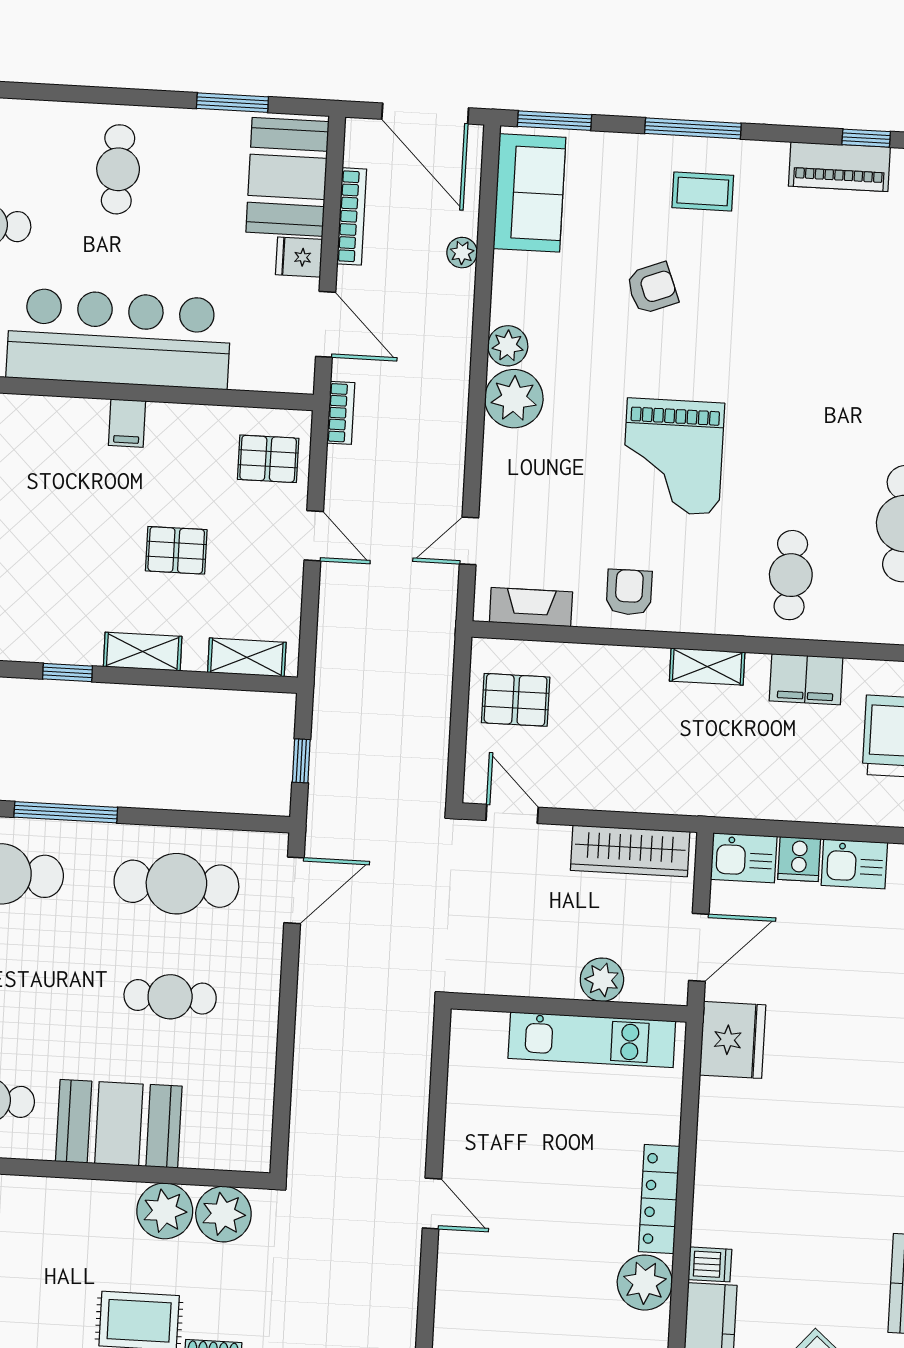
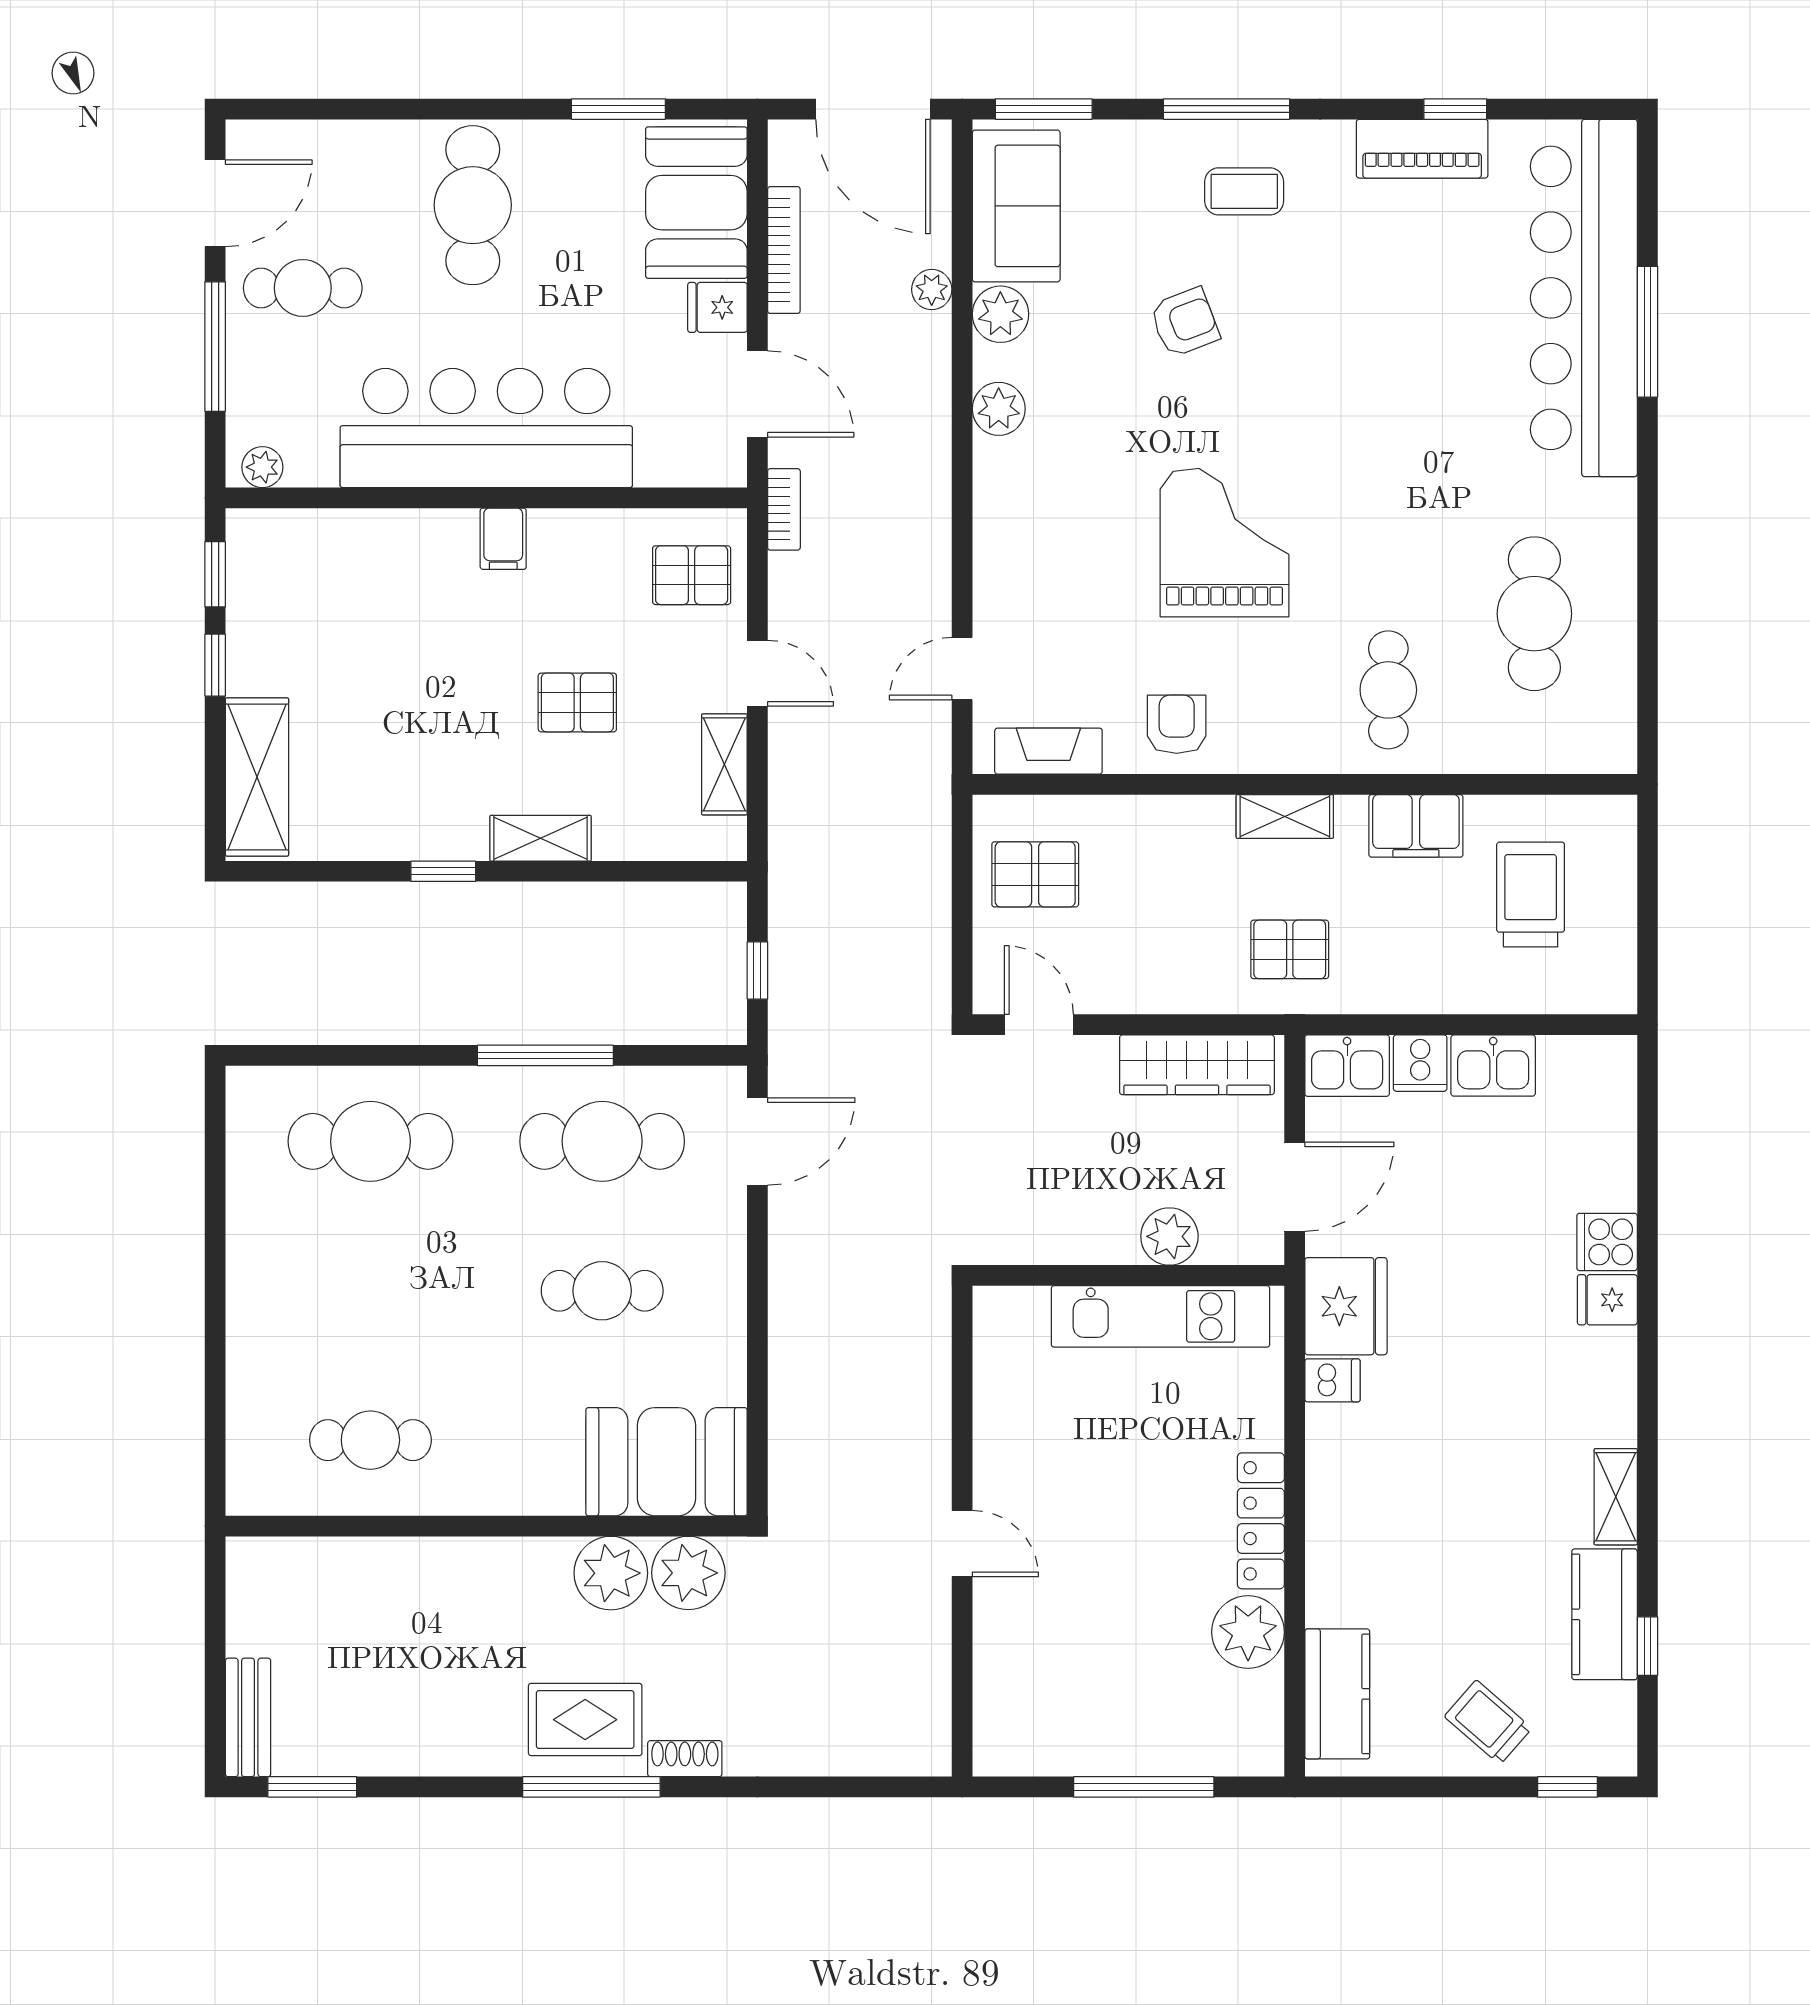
cafe table: (118, 169) -> (473, 205), width x1.37, depth x1.35
plant: (514, 399) -> (1000, 314), moved, width x0.73, depth x0.73
grand piano: (673, 457) -> (1224, 543), turned 180
shelving: (247, 657) -> (724, 764), moved, turned 90
pallet: (705, 767) -> (1290, 949), added
window: (66, 812) -> (545, 1055), moved
booth: (119, 1124) -> (667, 1462), moved
dishwasher: (710, 1264) -> (1332, 1380), moved

